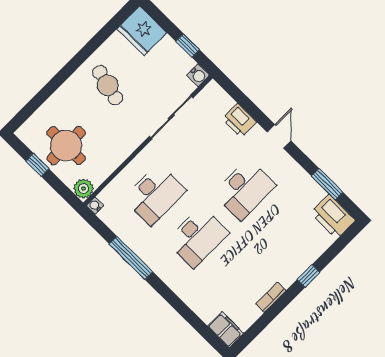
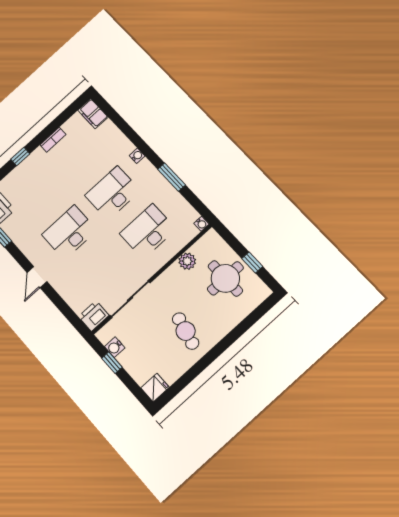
fridge: (142, 31) -> (155, 388), width x0.53, depth x0.75
water cooler: (198, 75) -> (115, 347), moved, turned -90
printer: (239, 120) -> (94, 316), moved, turned -90
plant: (83, 189) -> (187, 261), moved
window: (131, 258) -> (172, 177), width x0.69
water cooler: (171, 281) -> (137, 156), added

